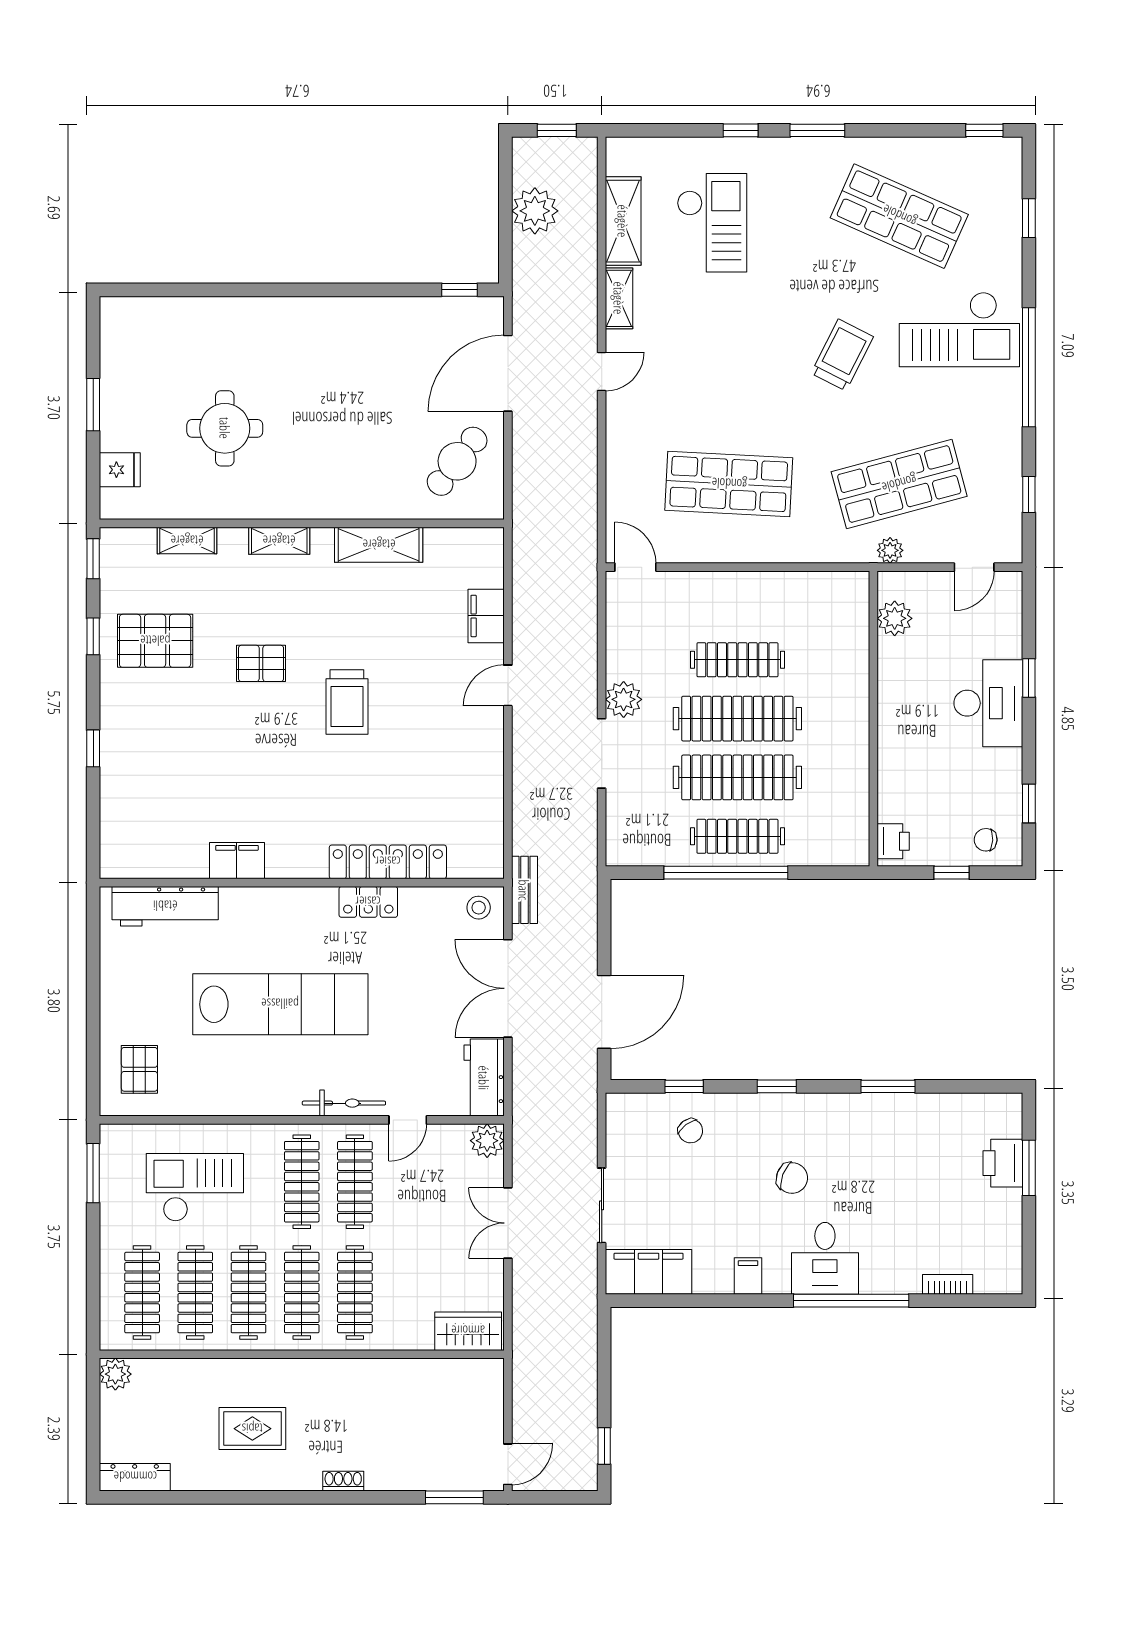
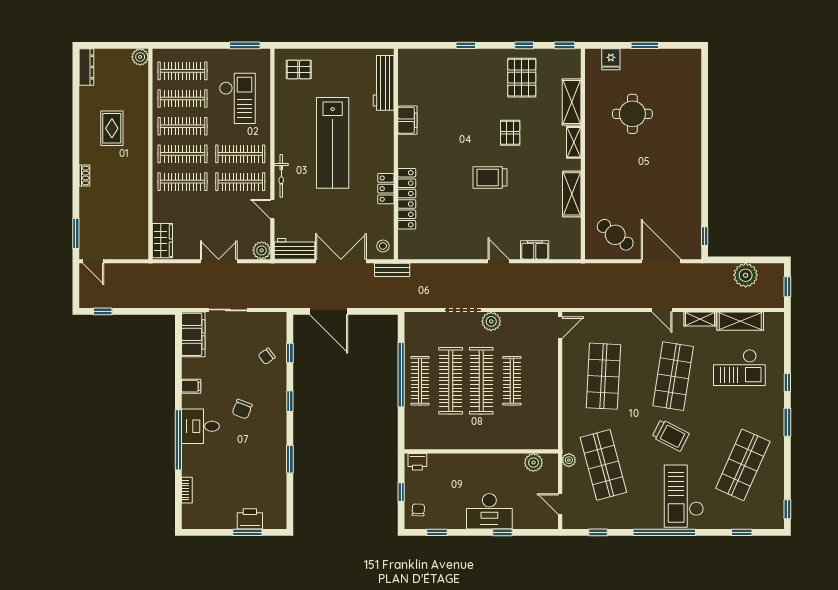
shop shelf: (729, 350) -> (673, 376), added
shelving: (187, 541) -> (572, 102), width x1.50, depth x1.33

